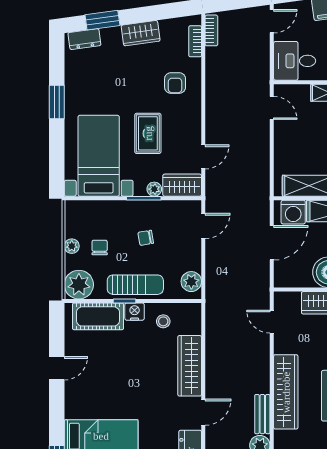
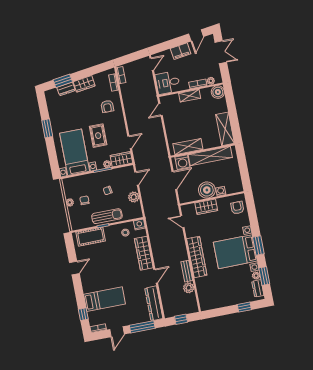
dresser: (84, 39) -> (66, 89), moved
door: (272, 108) -> (161, 110), swing flipped
plant: (191, 282) -> (134, 197), moved
plant: (79, 285) -> (77, 222), removed
nightstand: (135, 312) -> (139, 225), moved

